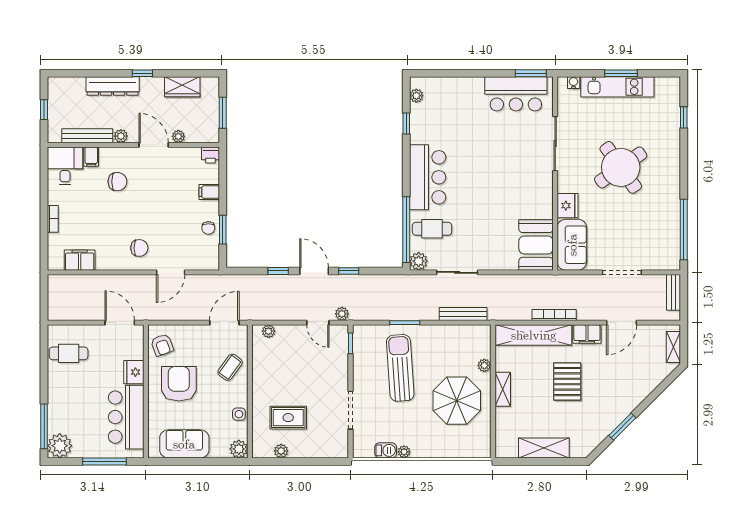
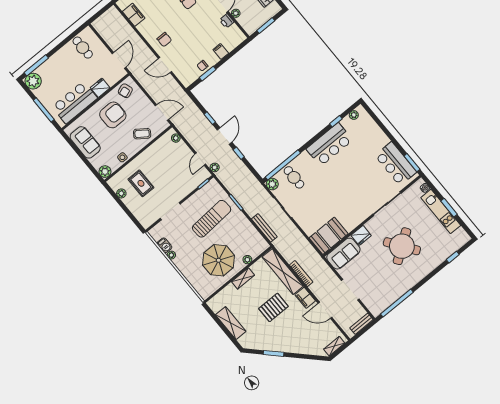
printer: (211, 155) -> (227, 21), moved
bar counter: (428, 177) -> (329, 144), moved

